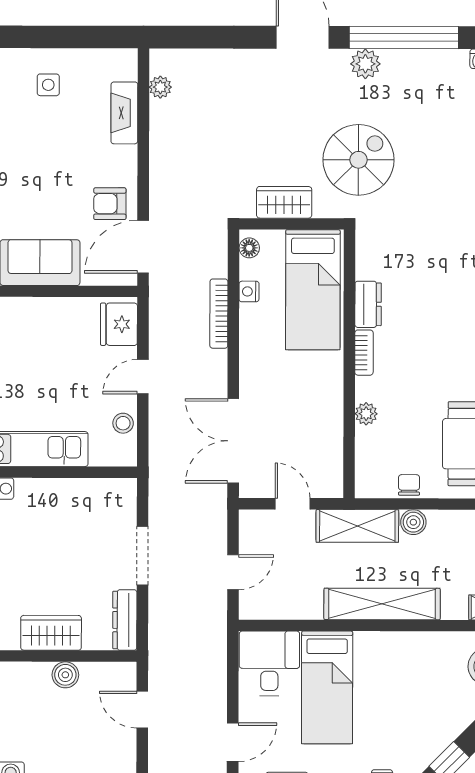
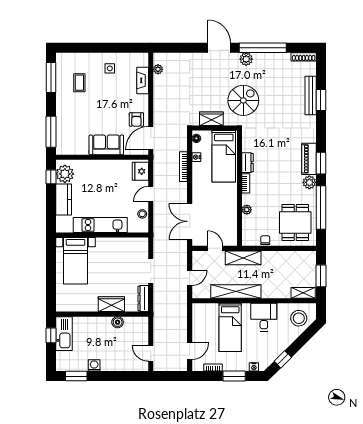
armchair: (110, 204) -> (136, 119), turned -90
boiler: (413, 522) -> (267, 256), removed
shelving: (382, 604) -> (236, 291), moved
desk: (269, 663) -> (264, 317), moved
door: (142, 710) -> (151, 353), moved

